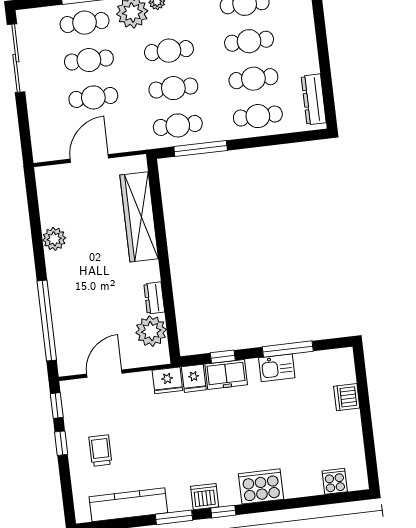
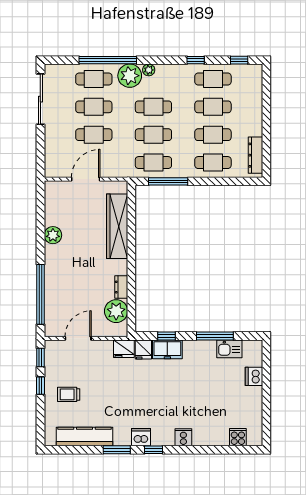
kitchen sink: (277, 368) -> (229, 349), moved
trolley: (100, 451) -> (69, 394), turned -90
cooker: (261, 486) -> (183, 437), width x0.53, depth x0.76

